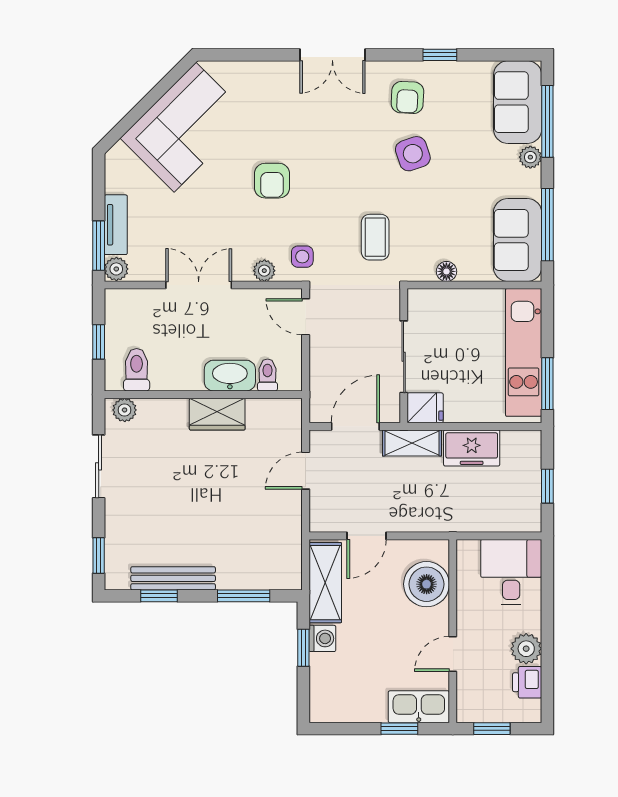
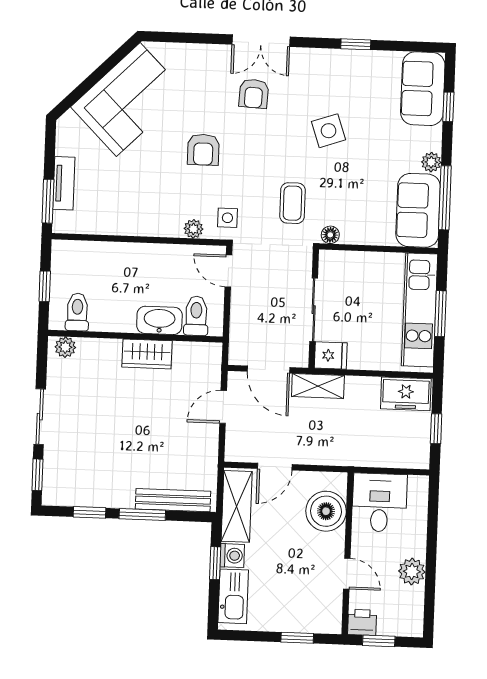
armchair: (407, 97) -> (254, 94), moved
window: (547, 121) -> (448, 107), width x0.46
plant: (530, 157) -> (431, 162), moved
plant: (116, 269) -> (63, 222), removed
floor lamp: (446, 271) -> (330, 235), moved
double door: (199, 285) -> (135, 239), removed
toilet: (267, 375) -> (196, 316), width x1.37, depth x1.39
window: (547, 384) -> (440, 314), moved
door: (355, 426) -> (269, 369), swing flipped
freezer: (472, 448) -> (406, 394), moved
sliding door: (99, 466) -> (40, 417), moved
desk: (511, 572) -> (379, 503), moved
bench: (173, 578) -> (173, 500), moved
window: (244, 596) -> (142, 514), moved
door: (453, 654) -> (347, 574), swing flipped
printer: (527, 682) -> (362, 622), moved, turned 90
kitchen sink: (419, 707) -> (233, 596), moved, turned 90

